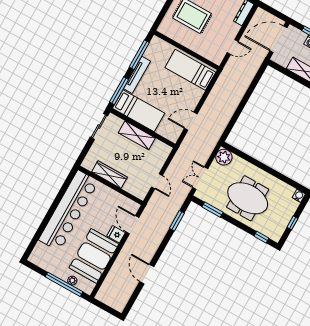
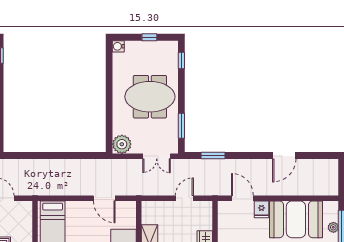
meeting table: (248, 198) -> (150, 97), turned 90
door: (132, 225) -> (242, 198), swing flipped

